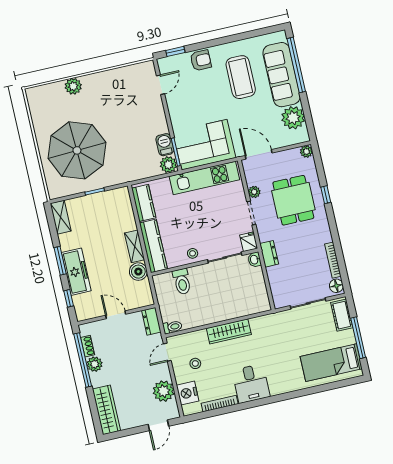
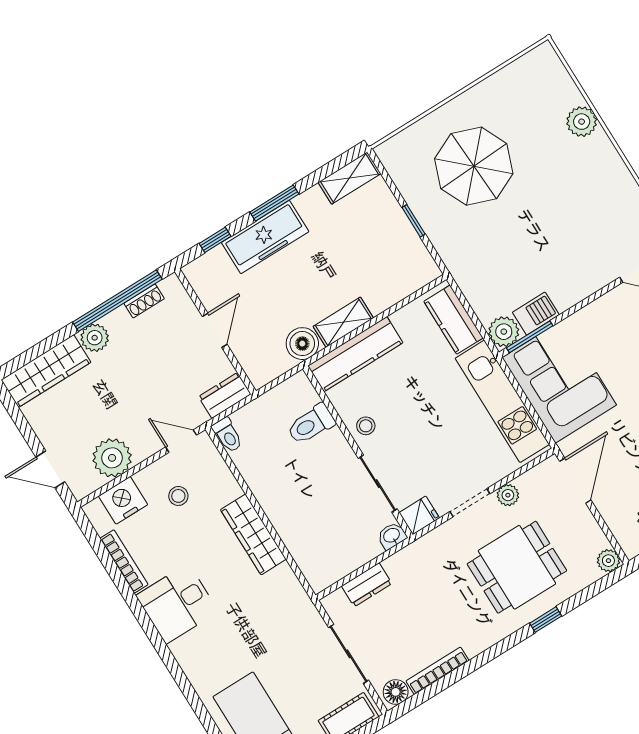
parasol: (77, 150) -> (474, 166), width x0.73, depth x0.73
kitchen counter: (144, 203) -> (453, 320), moved, turned 90
dresser: (269, 254) -> (367, 585), moved
plant: (95, 364) -> (95, 338), moved

